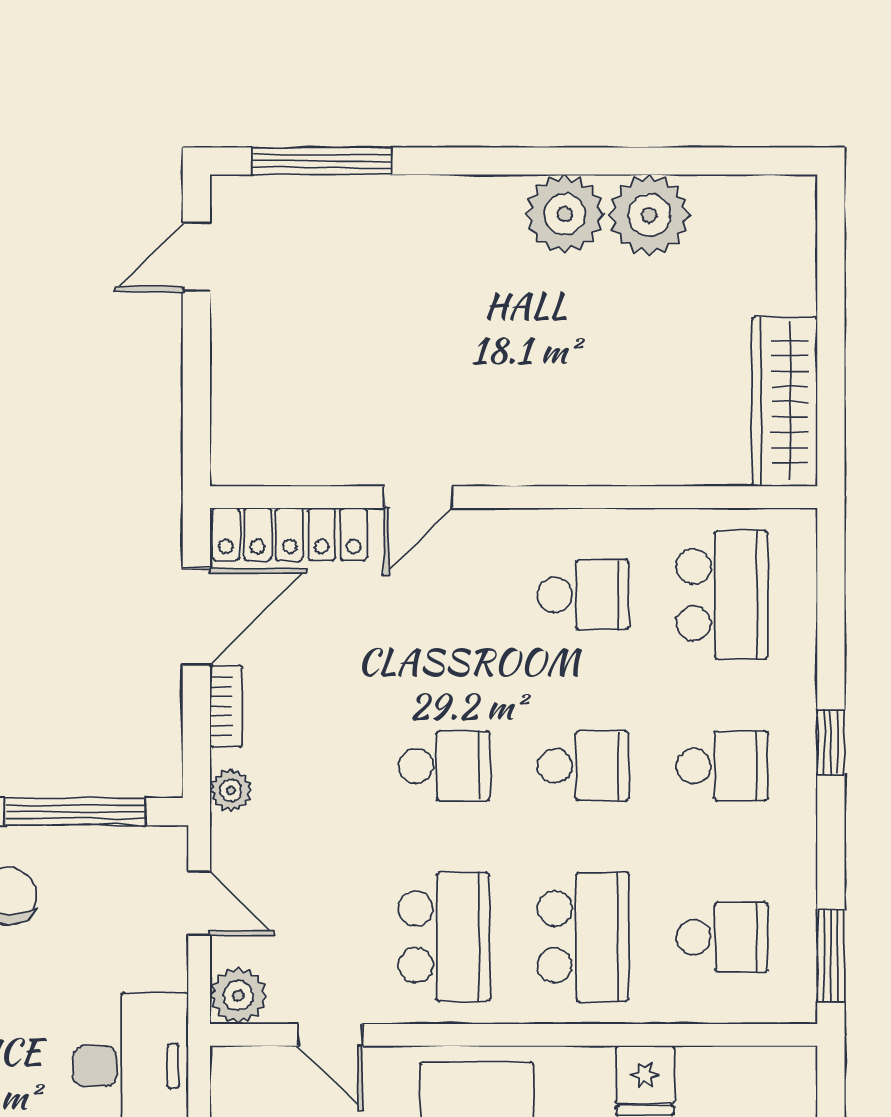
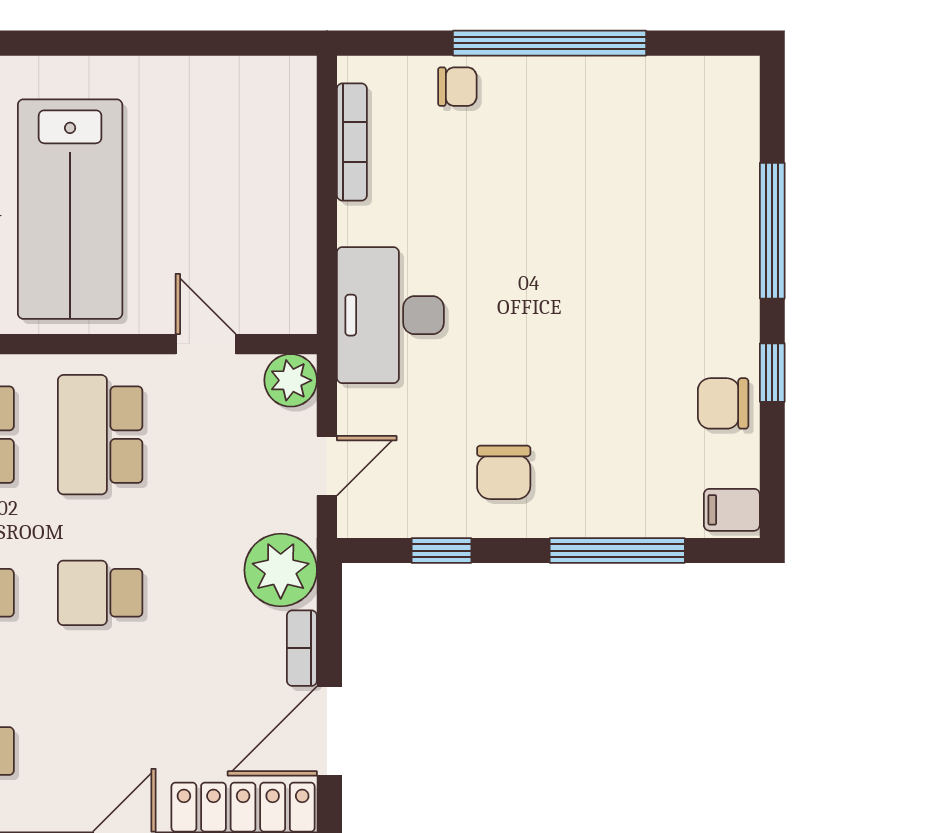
plant: (231, 791) -> (281, 570), width x1.87, depth x1.87
window: (75, 812) -> (441, 551), width x0.46
door: (199, 903) -> (327, 466), swing flipped

